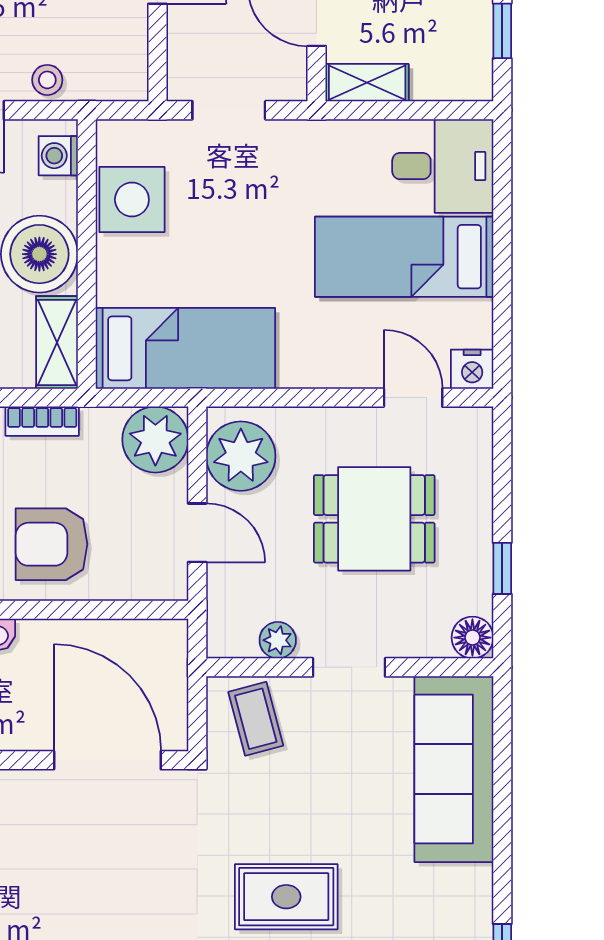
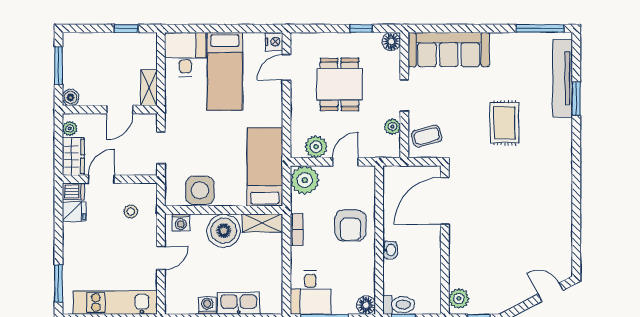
stool: (47, 80) -> (131, 212), moved
plant: (241, 456) -> (316, 147), width x0.73, depth x0.73

